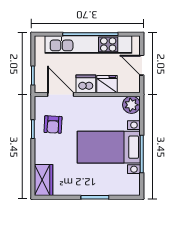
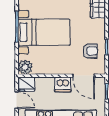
fridge: (107, 84) -> (26, 84), moved
armchair: (53, 124) -> (90, 51), turned 87

